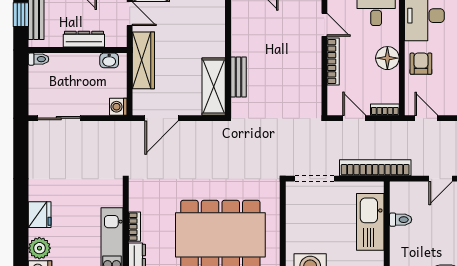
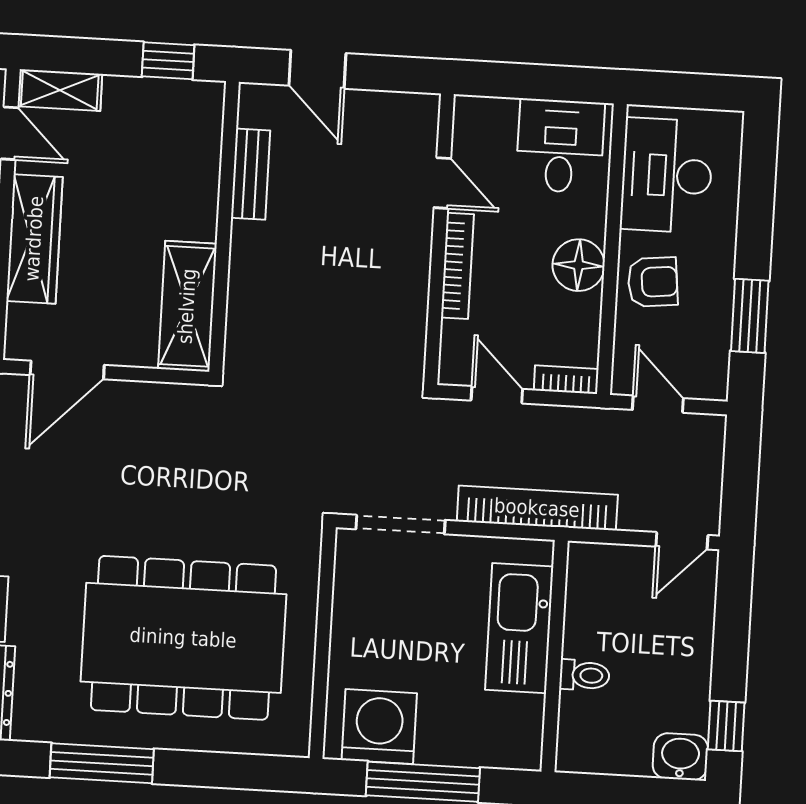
armchair: (421, 64) -> (653, 282), turned 84
bench: (238, 77) -> (251, 174), moved
toilet: (401, 220) -> (584, 675), moved

